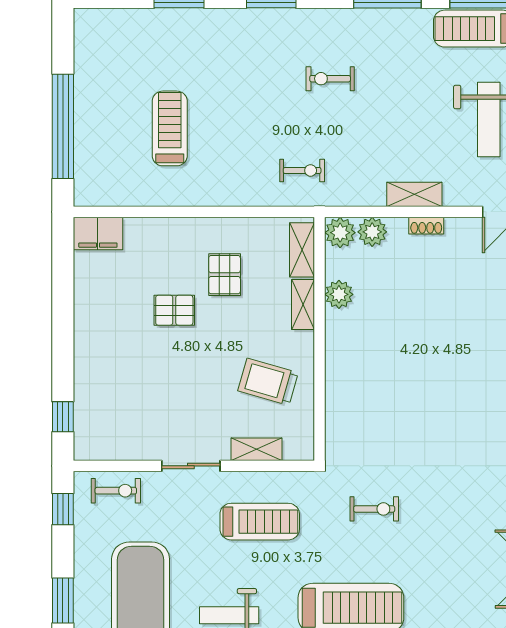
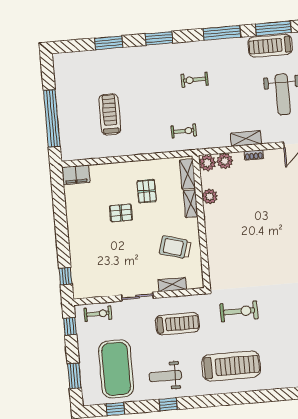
exercise bike: (374, 509) -> (239, 311), width x1.38, depth x1.39

